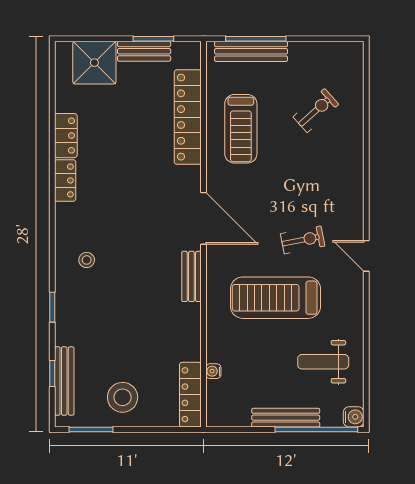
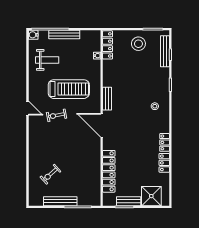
bench: (251, 51) -> (60, 201), moved
treadmill: (241, 129) -> (85, 166), removed

